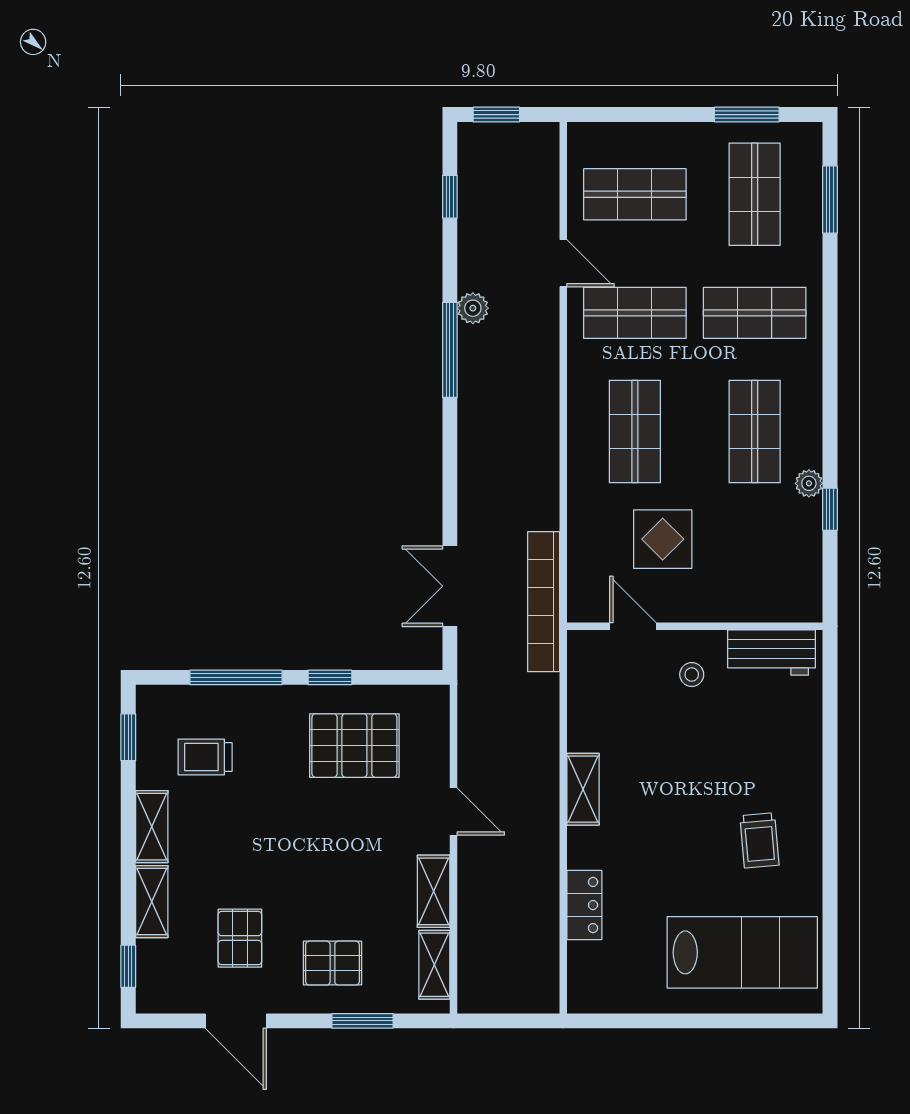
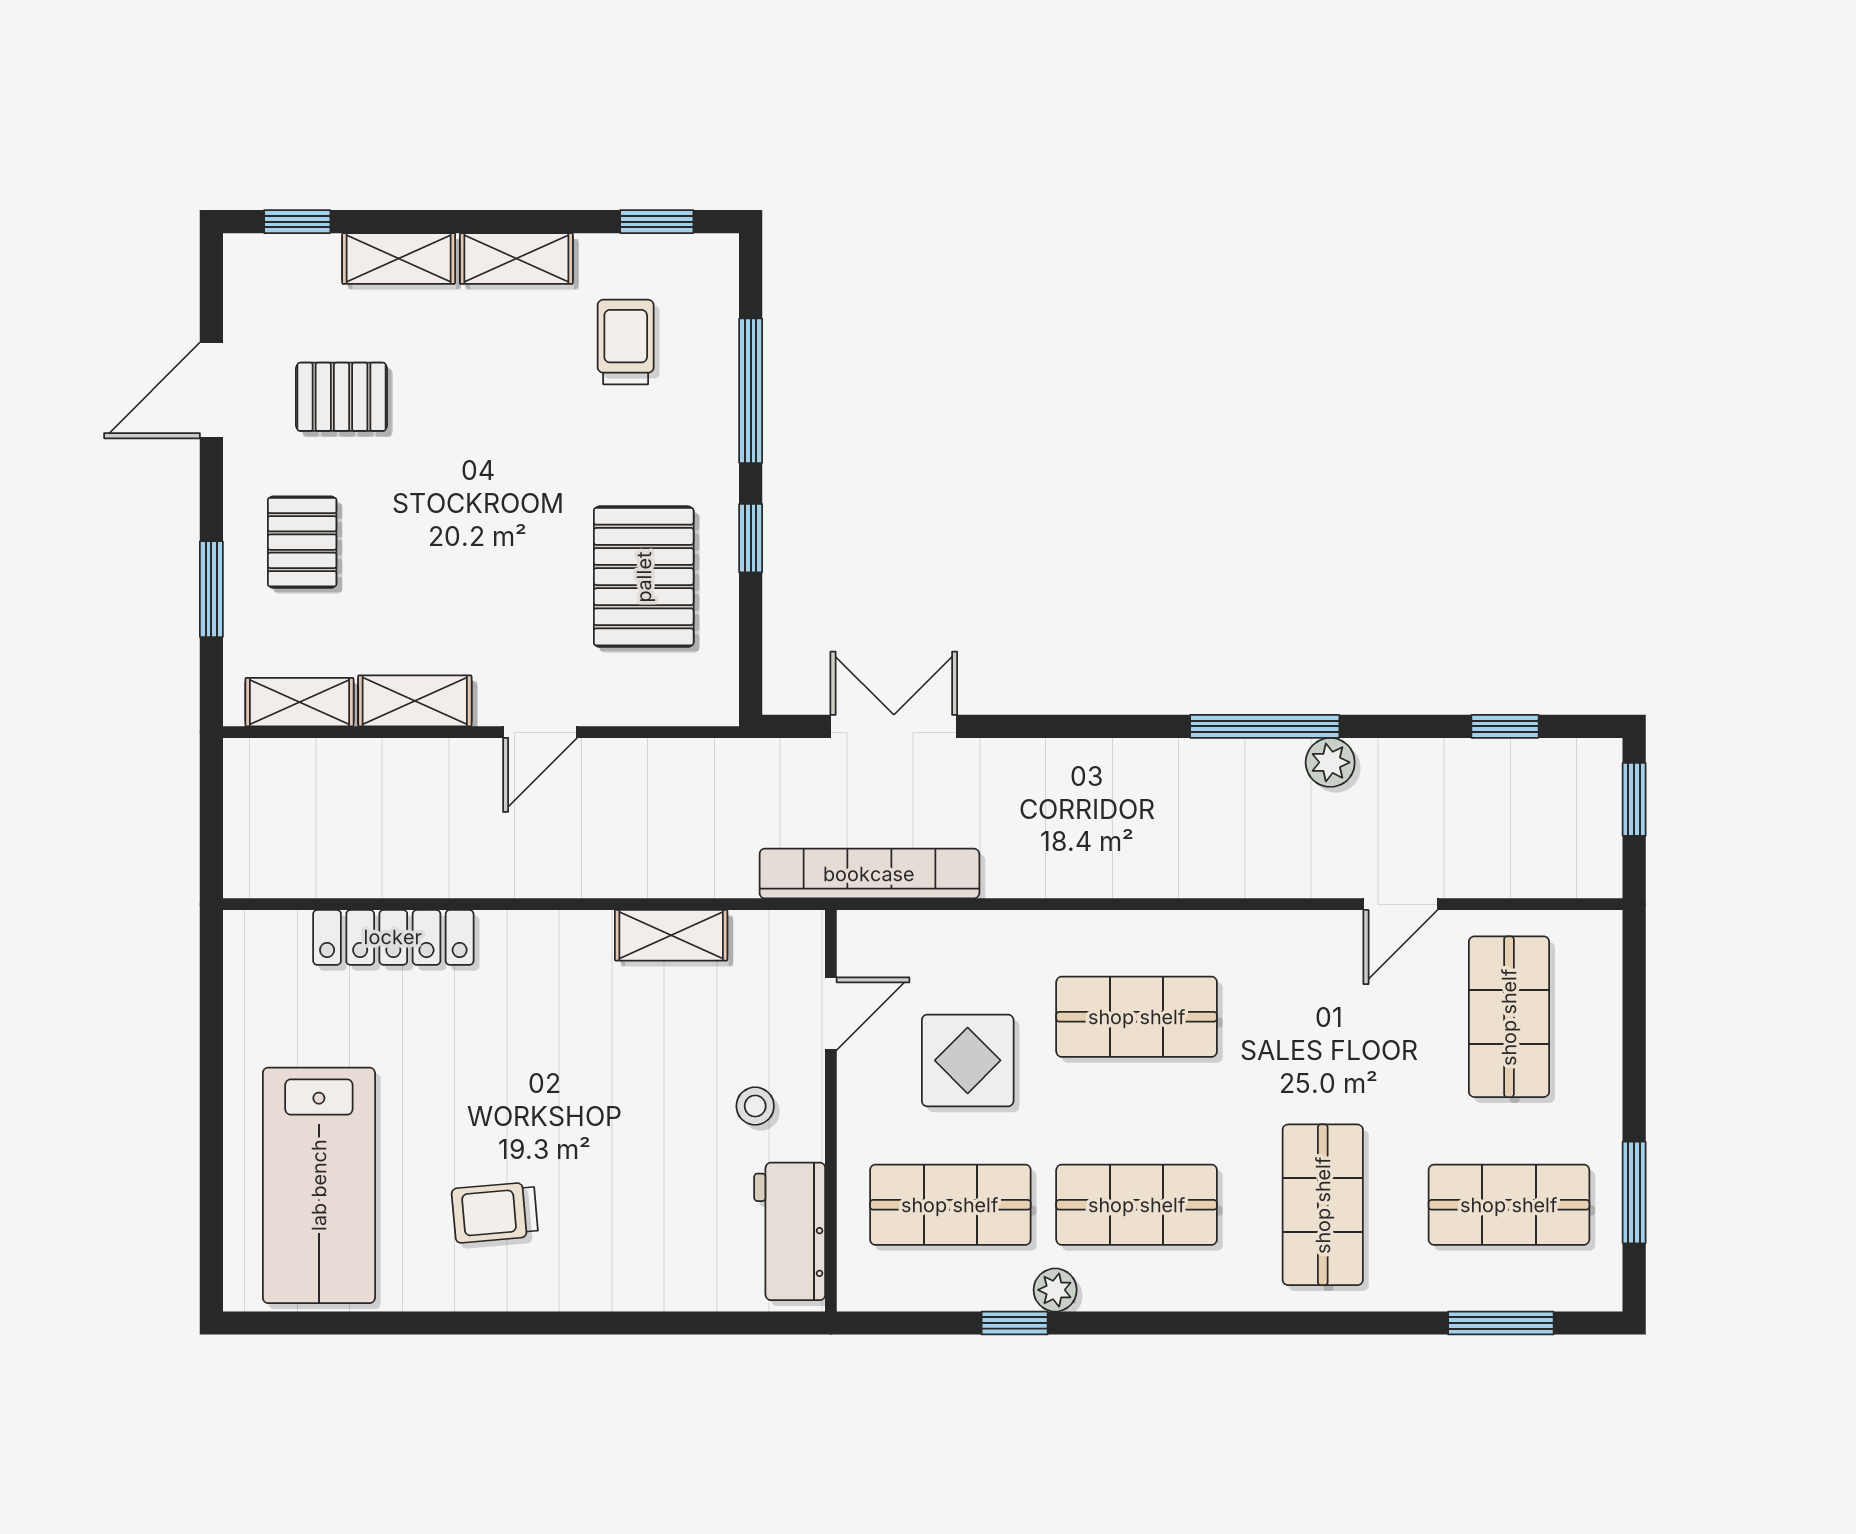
shop shelf: (635, 313) -> (950, 1205), moved, turned 90
shelving: (583, 789) -> (671, 935), moved
locker: (584, 905) -> (393, 937), width x1.53

